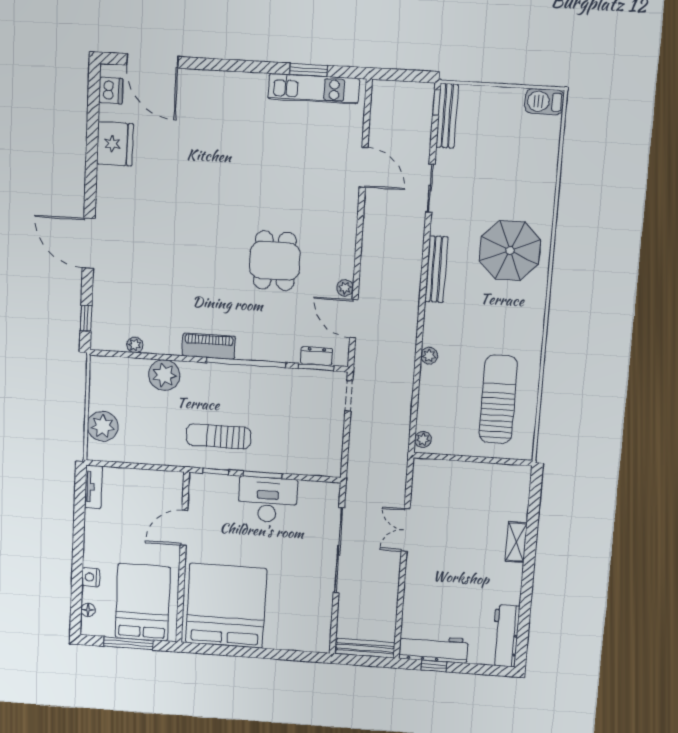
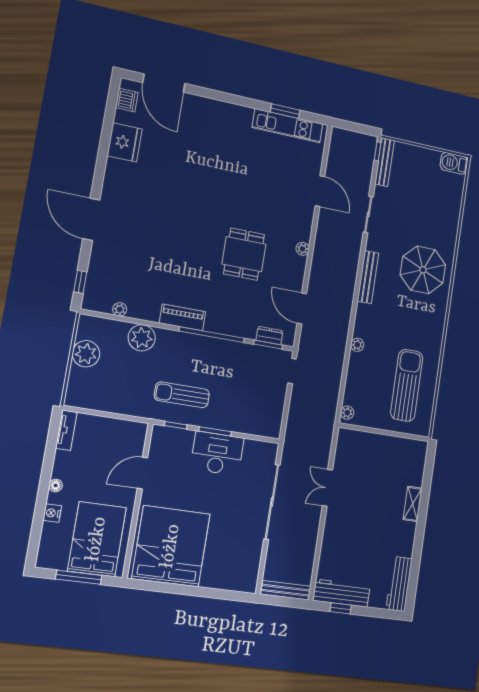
plant: (345, 288) -> (303, 249), moved
plant: (103, 426) -> (86, 354), moved
floor lamp: (88, 610) -> (56, 485), moved

